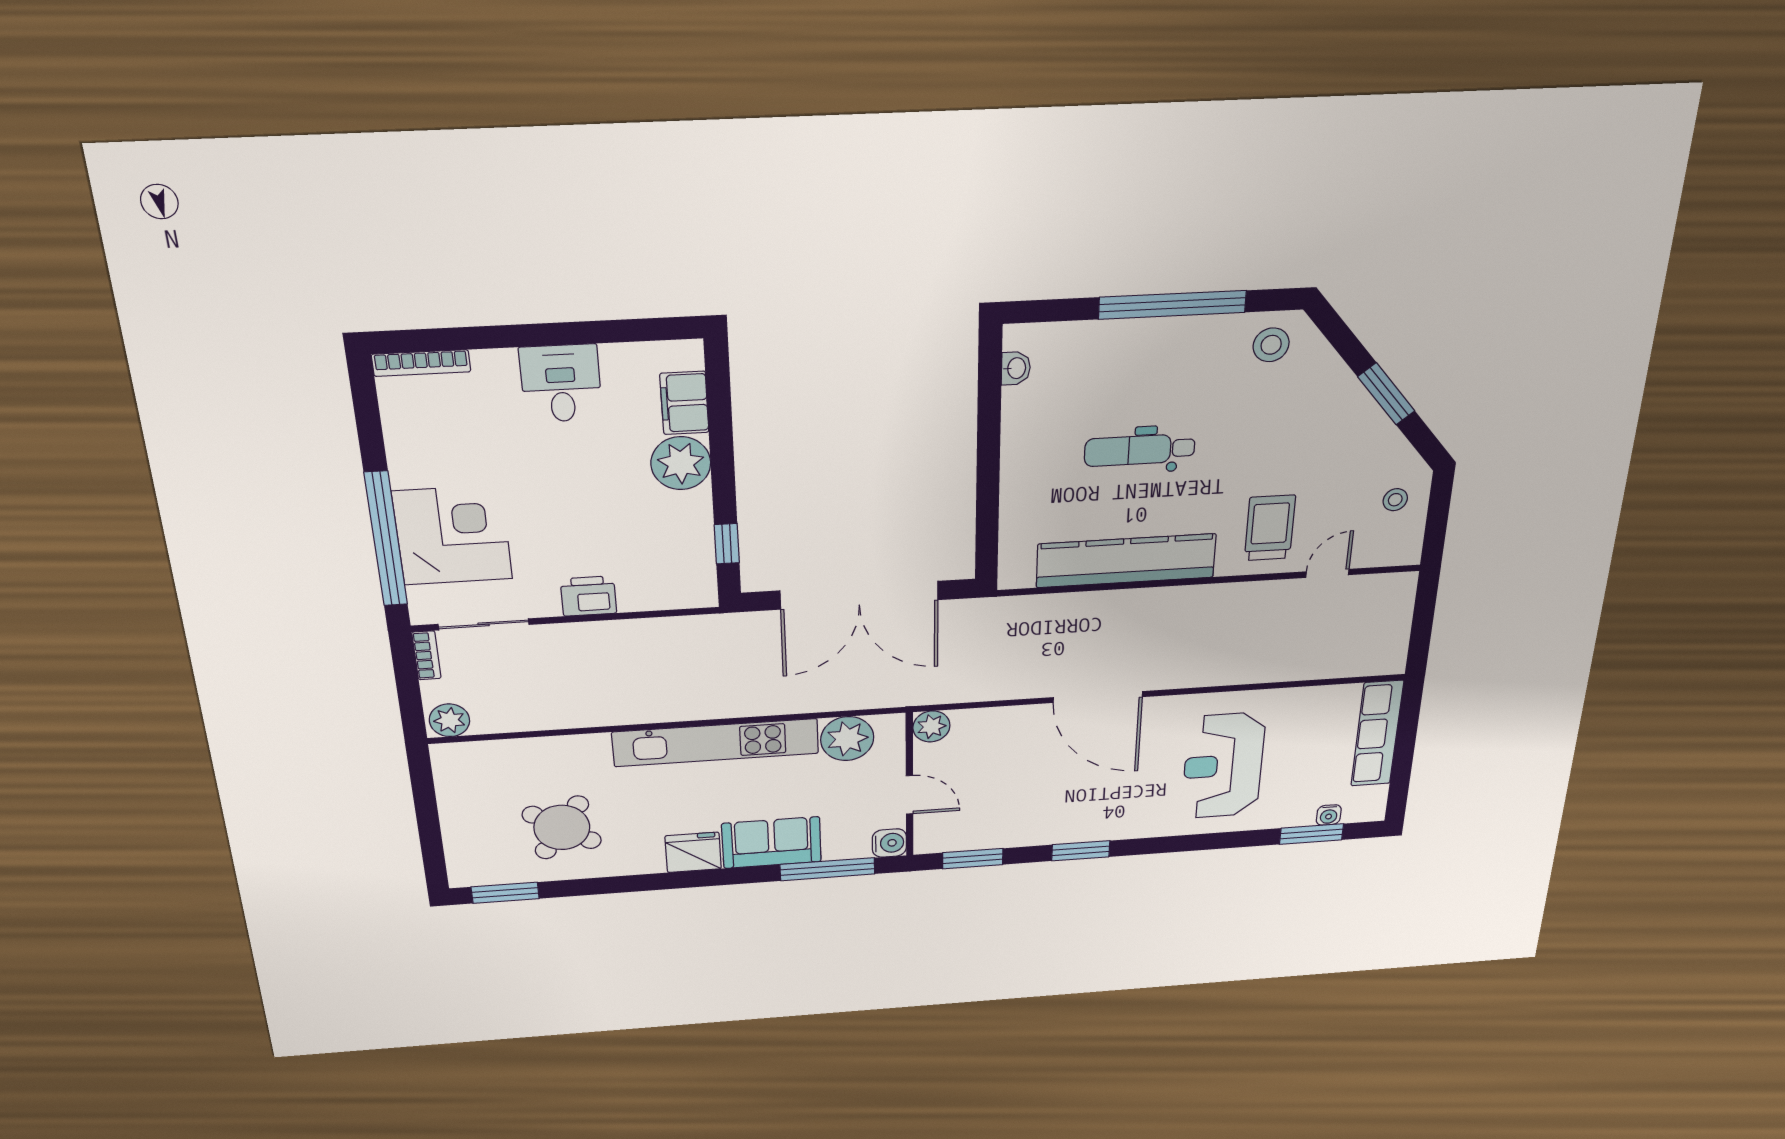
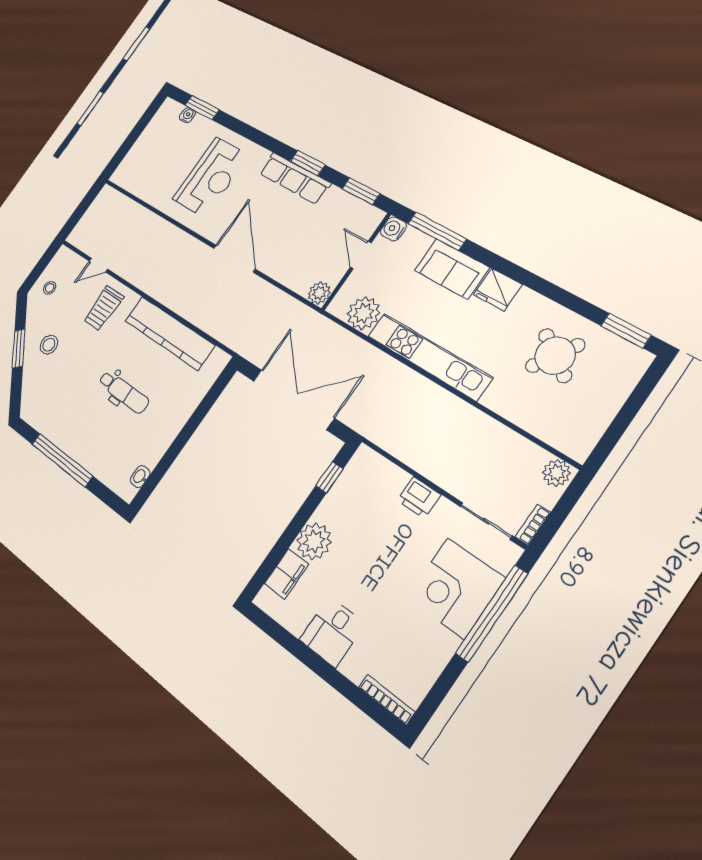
stool: (1271, 345) -> (49, 345), moved
row of seats: (1377, 734) -> (295, 178), moved, turned 90

